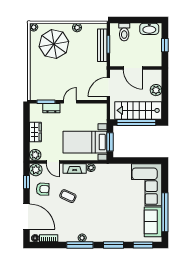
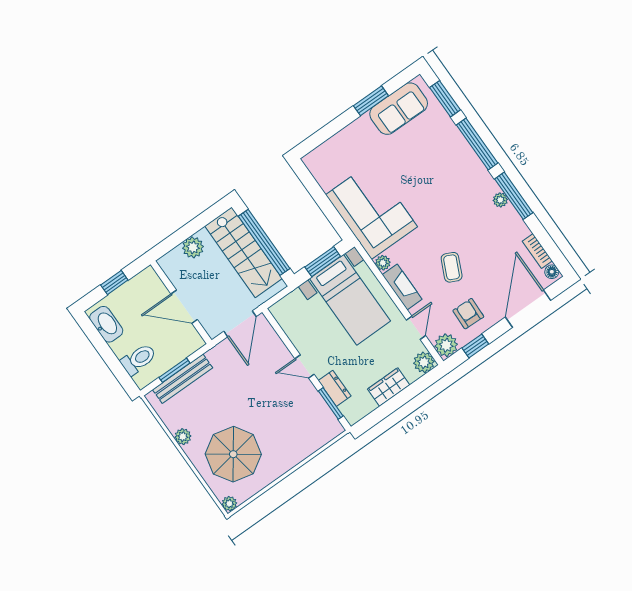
door: (133, 68) -> (184, 307), swing flipped
door: (108, 87) -> (240, 324), hinge flipped
corner sofa: (147, 185) -> (372, 211), moved, turned -90
window: (165, 212) -> (371, 101), width x0.47
window: (114, 245) -> (477, 144), width x1.44

